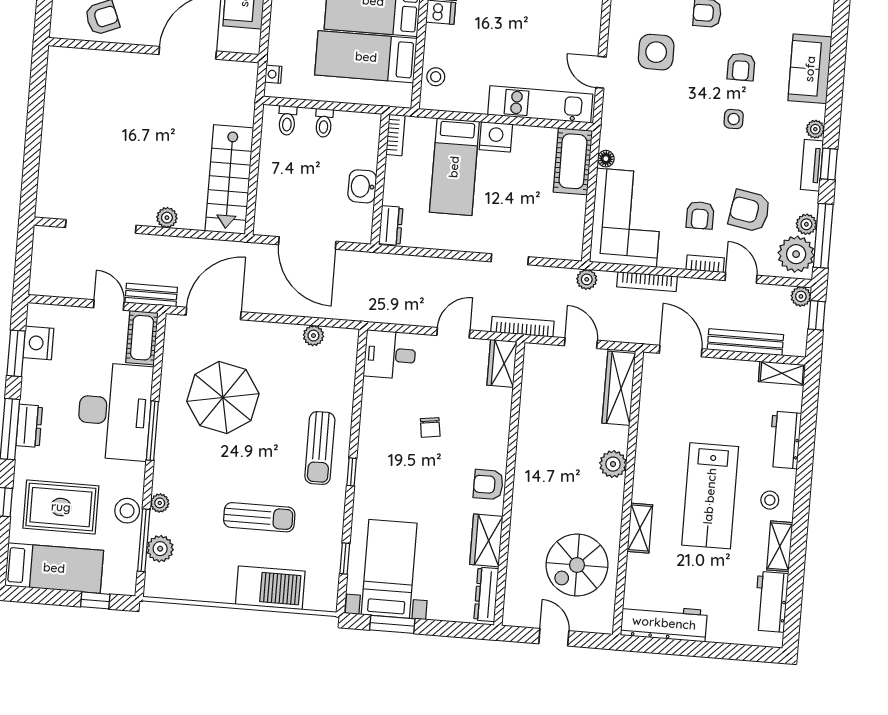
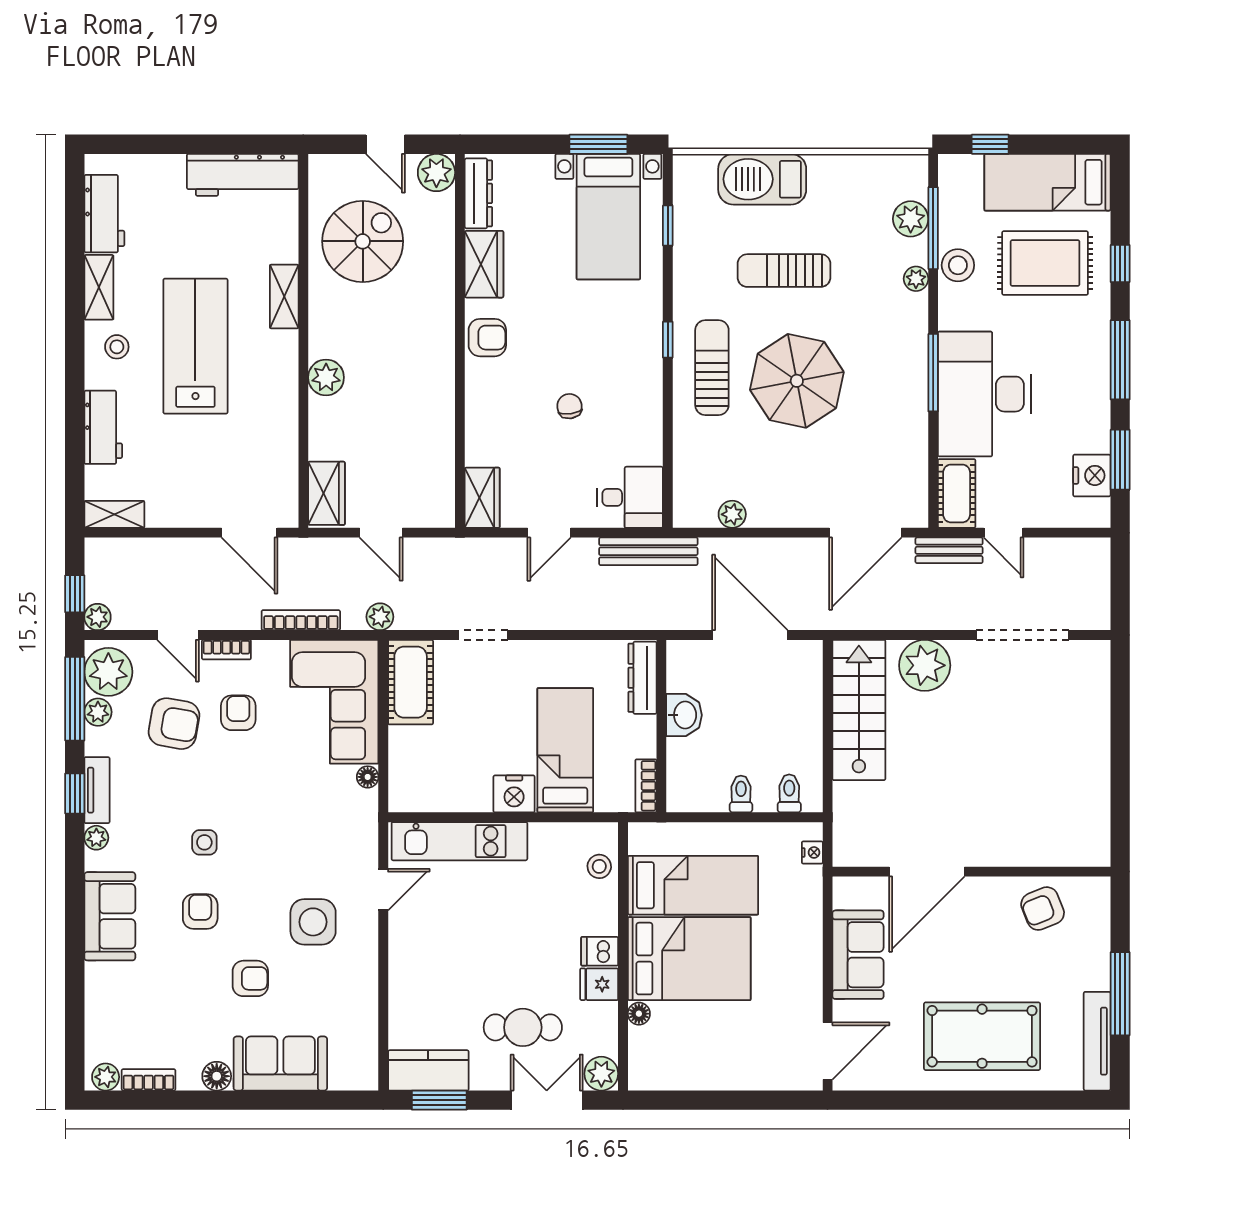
door: (601, 72) -> (383, 890), hinge flipped
cot: (573, 161) -> (411, 682), moved
plant: (167, 218) -> (925, 665), width x1.88, depth x1.88
dresser: (391, 225) -> (642, 678), width x1.44
bookcase: (522, 327) -> (459, 548), removed
bench: (745, 342) -> (648, 551), moved
wardrobe: (619, 388) -> (326, 493), width x0.67
parasol: (223, 397) -> (797, 381), moved
dresser: (29, 426) -> (1095, 366), removed
plant: (517, 613) -> (436, 173), added

